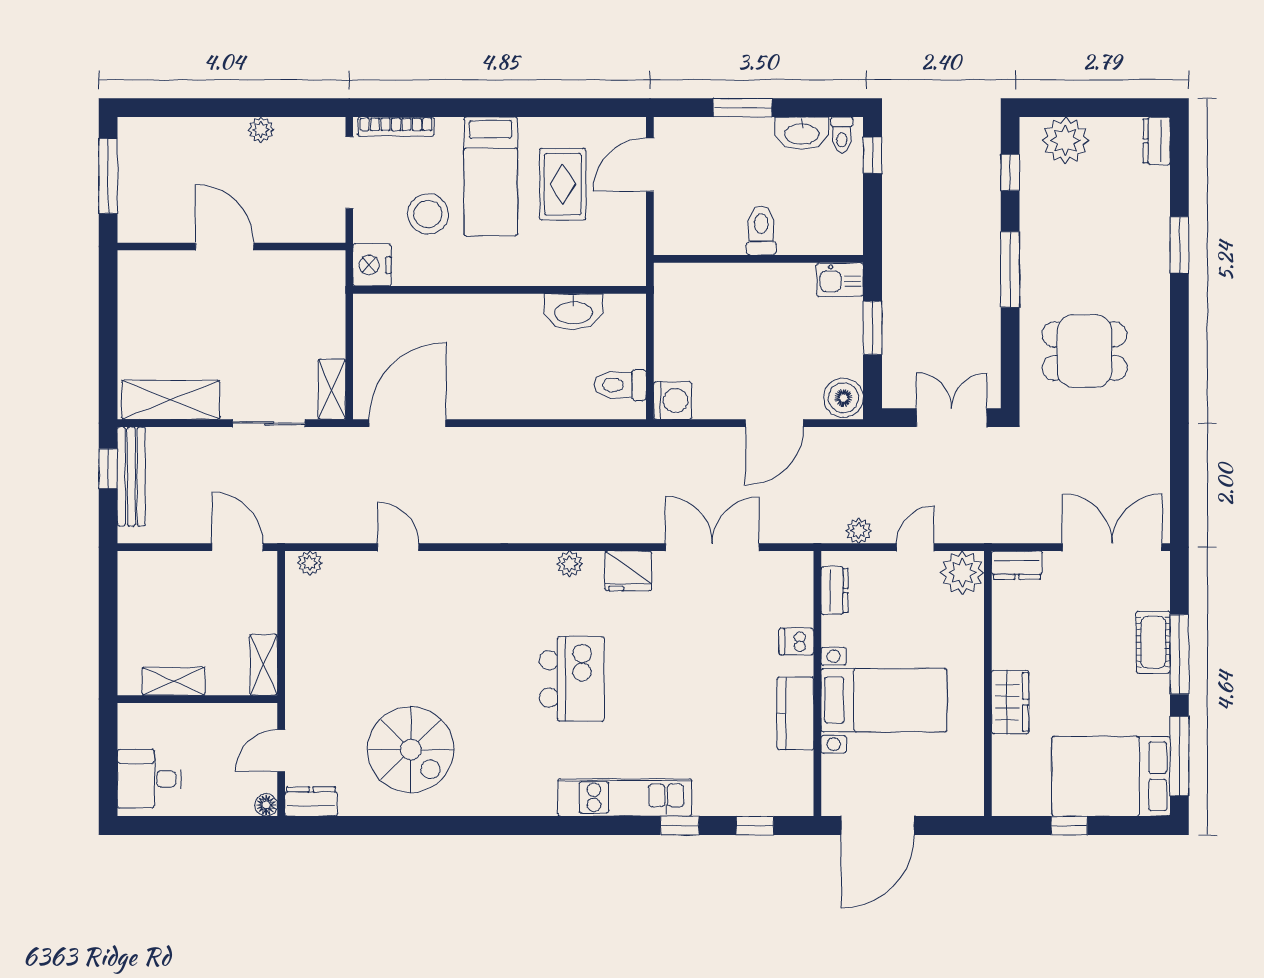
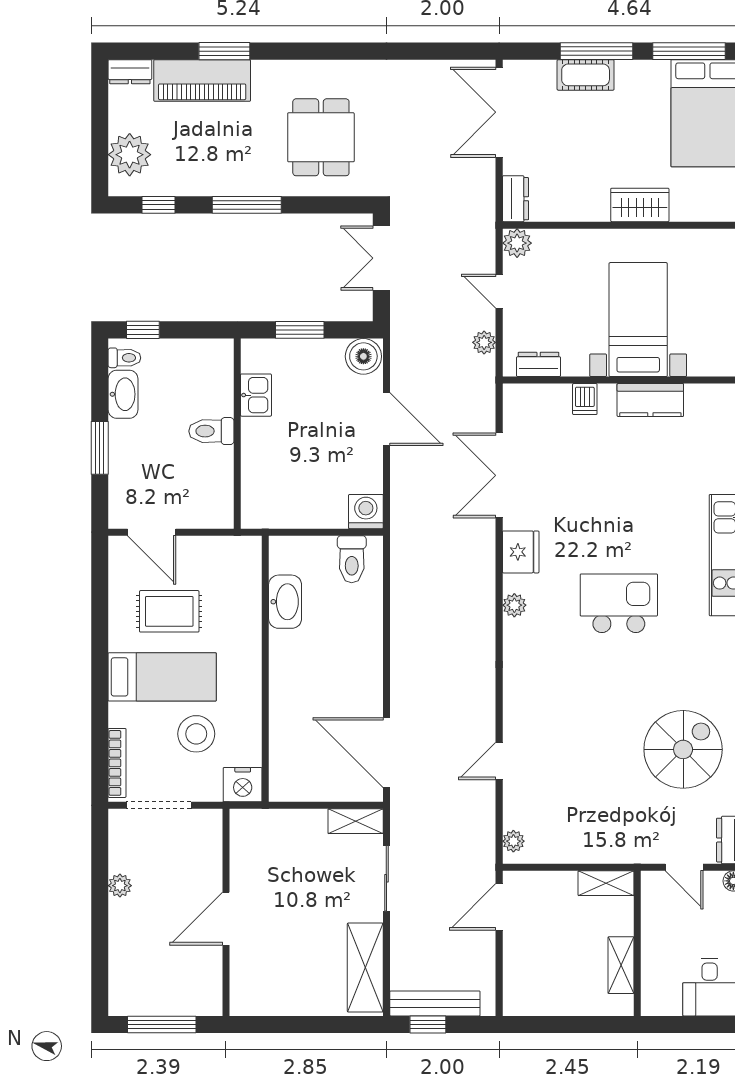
piano: (1147, 220) -> (202, 80), added
kitchen sink: (840, 280) -> (256, 395), moved
plant: (962, 573) -> (517, 243), width x0.73, depth x0.73

